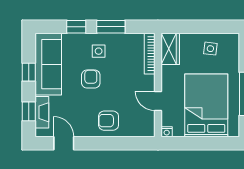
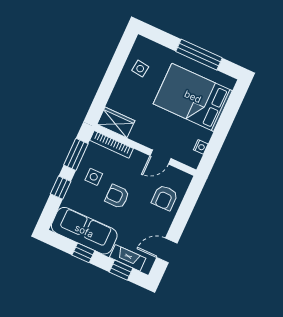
wardrobe: (170, 49) -> (116, 122), moved
bookcase: (150, 54) -> (112, 144), moved
wall: (158, 85) -> (145, 150), moved
door: (158, 101) -> (161, 157), moved

